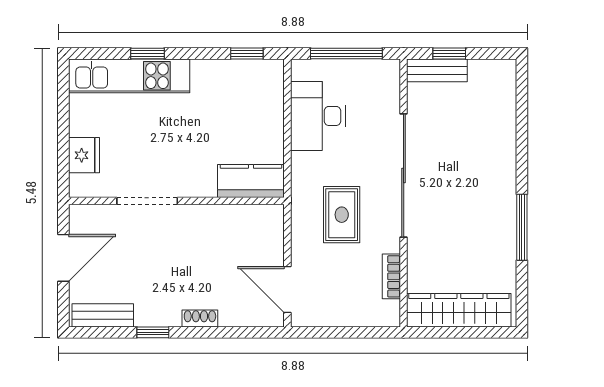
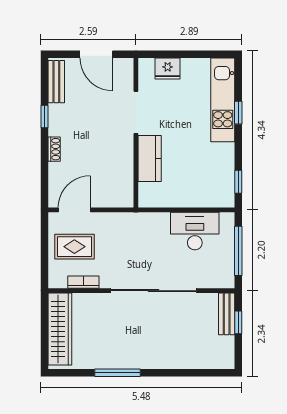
kitchen counter: (251, 181) -> (150, 158), moved
rug: (342, 215) -> (74, 247), moved

